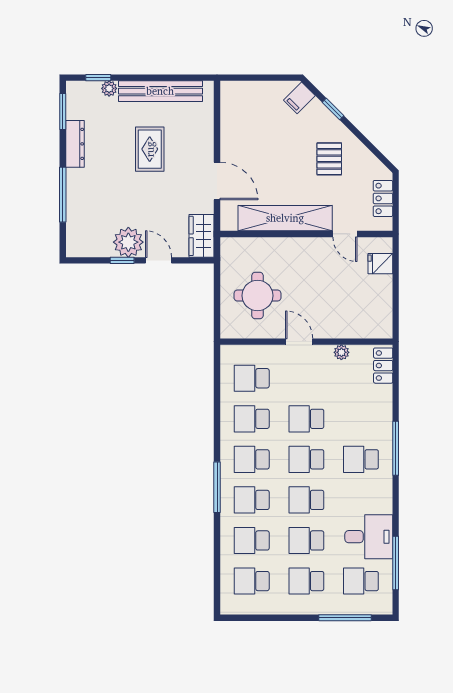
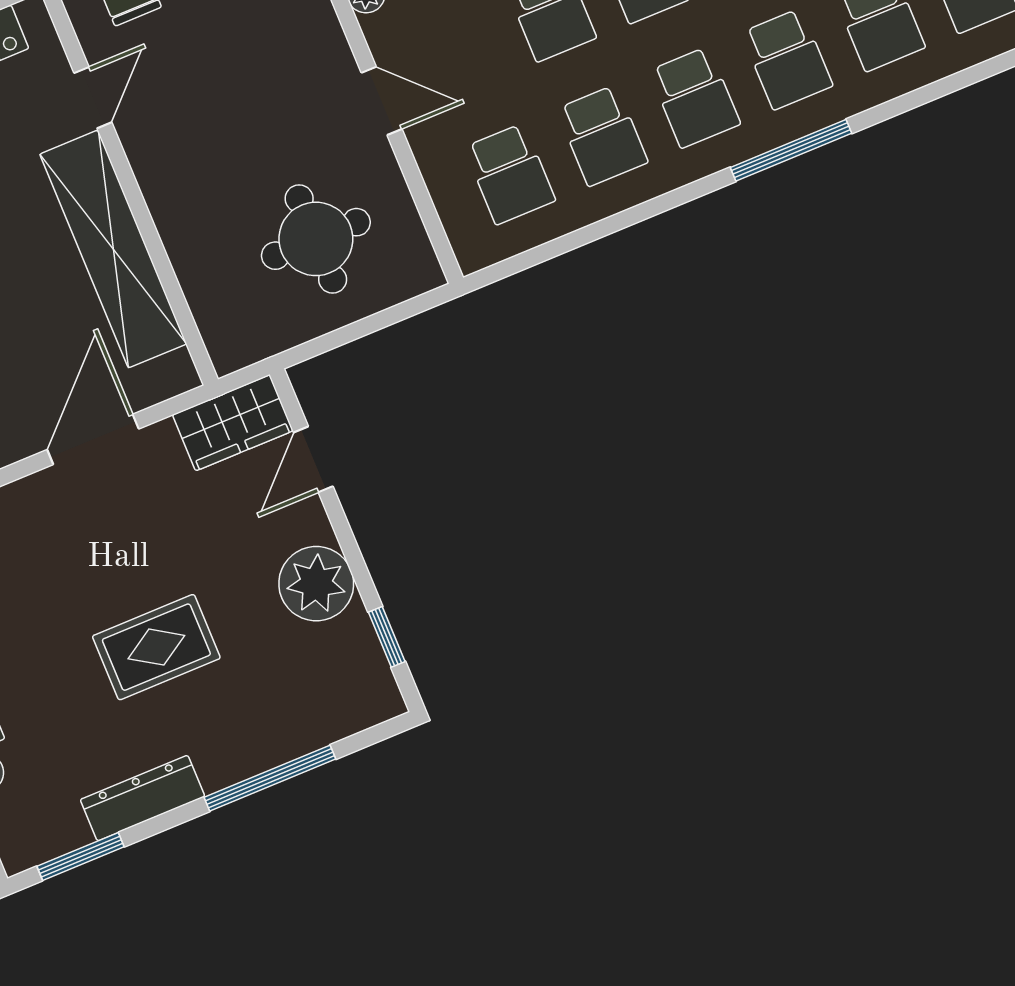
rug: (150, 149) -> (156, 647), moved
window: (122, 260) -> (387, 637), moved
door: (158, 260) -> (313, 459), moved
door: (299, 342) -> (382, 101), swing flipped

